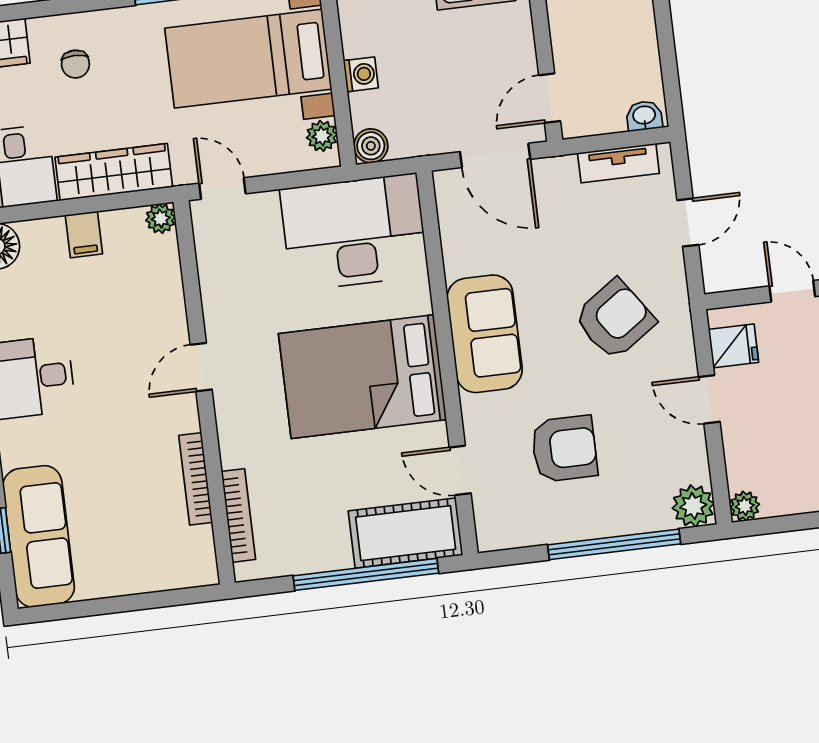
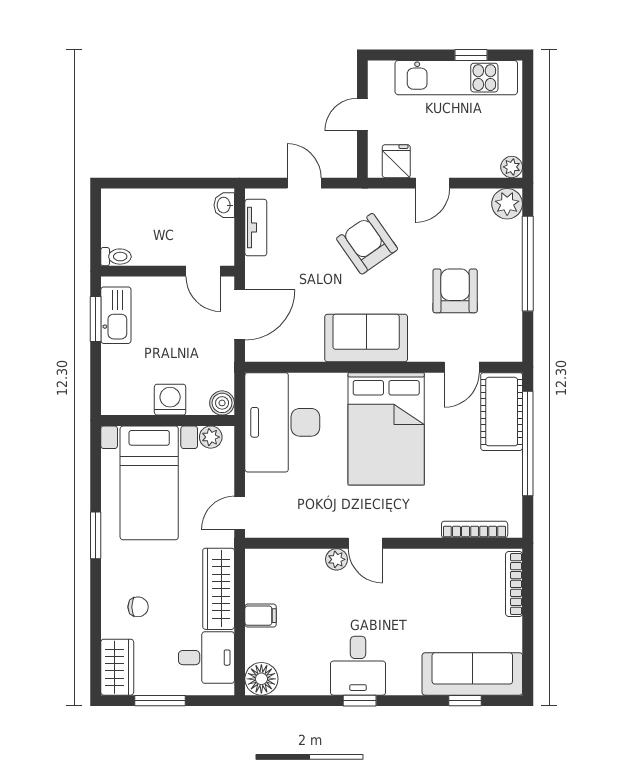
washing machine: (361, 74) -> (170, 400), width x1.38, depth x1.38
plant: (161, 219) -> (337, 559), moved
bookcase: (196, 479) -> (514, 584), moved, turned 90

